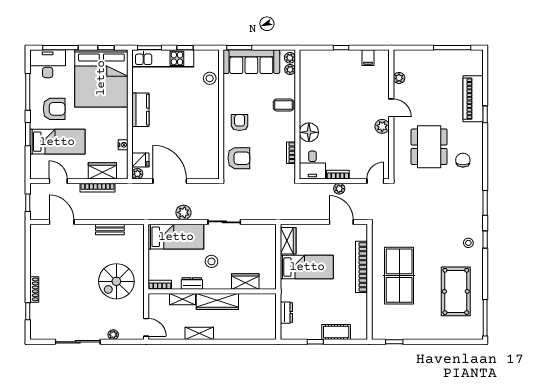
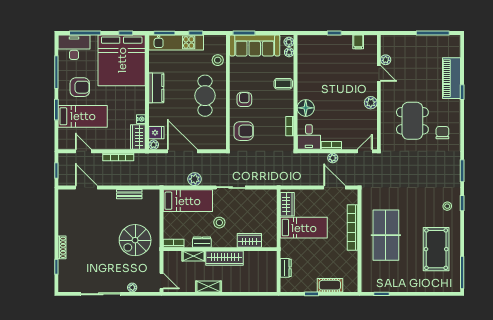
door: (391, 108) -> (379, 73), moved
cafe table: (195, 118) -> (205, 96), added
wardrobe: (102, 171) -> (138, 137), moved, turned -90

